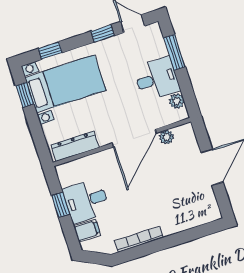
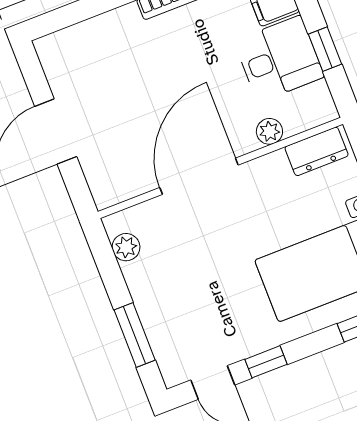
desk: (157, 79) -> (164, 285), removed
plant: (167, 137) -> (269, 131), moved
dresser: (75, 146) -> (317, 151), width x0.70

